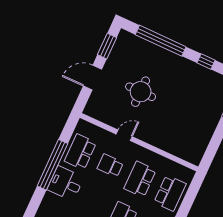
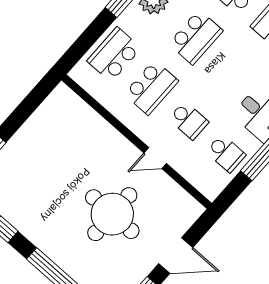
round table: (141, 92) -> (112, 214), width x1.36, depth x1.36
school desk: (80, 152) -> (226, 153), width x0.54

